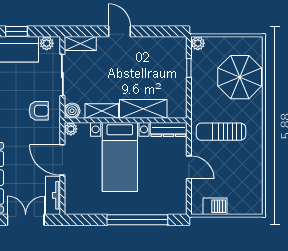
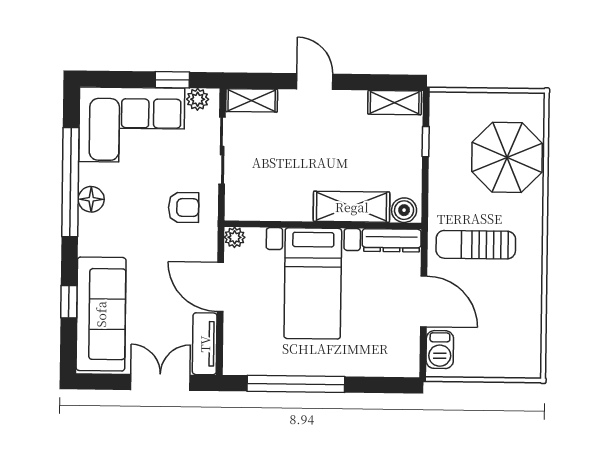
window: (16, 31) -> (172, 80), moved
plant: (198, 43) -> (440, 102), removed
boiler: (72, 111) -> (404, 210), moved
shelving: (102, 111) -> (395, 103), moved
door: (189, 167) -> (424, 301), width x1.38
barbecue: (215, 206) -> (440, 350), moved, turned 90
window: (137, 220) -> (296, 384), moved

